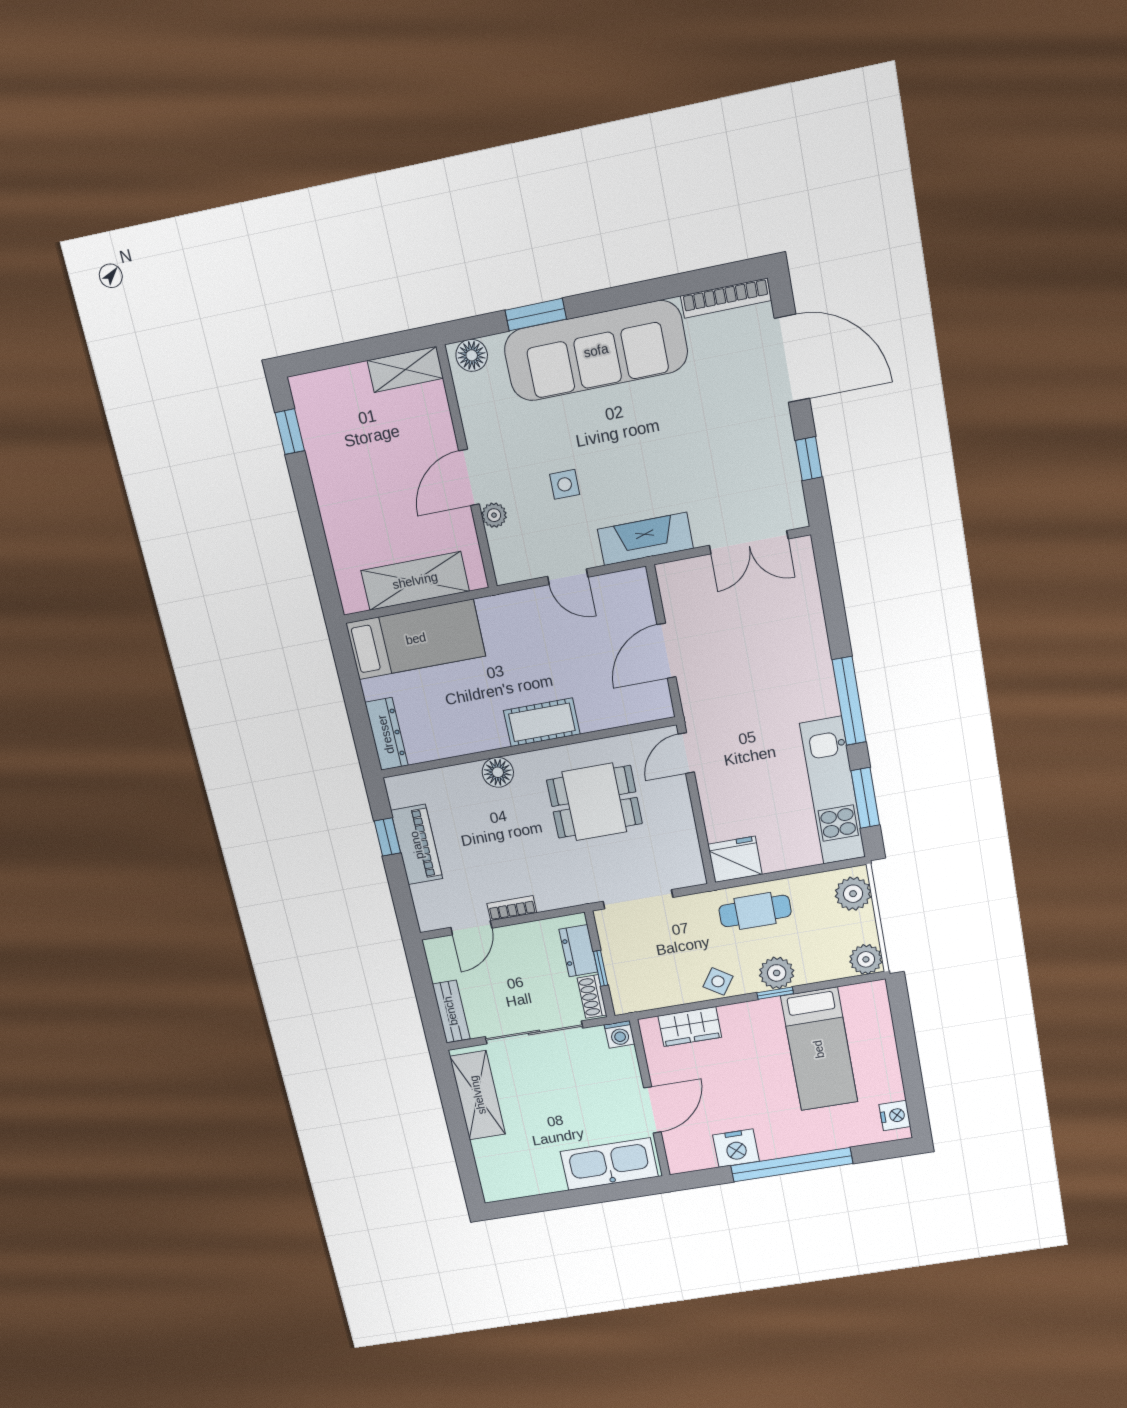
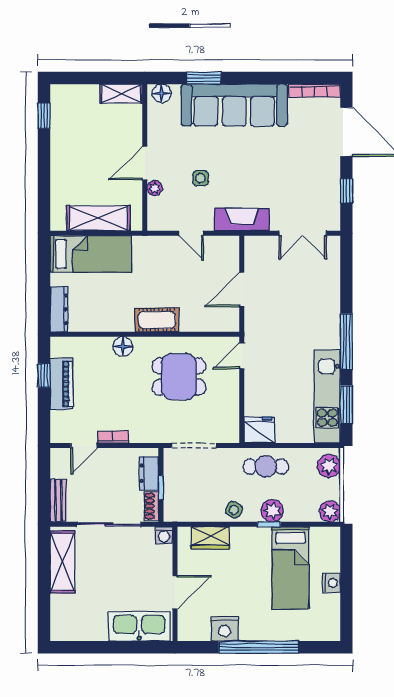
nightstand: (895, 1115) -> (331, 583), moved

